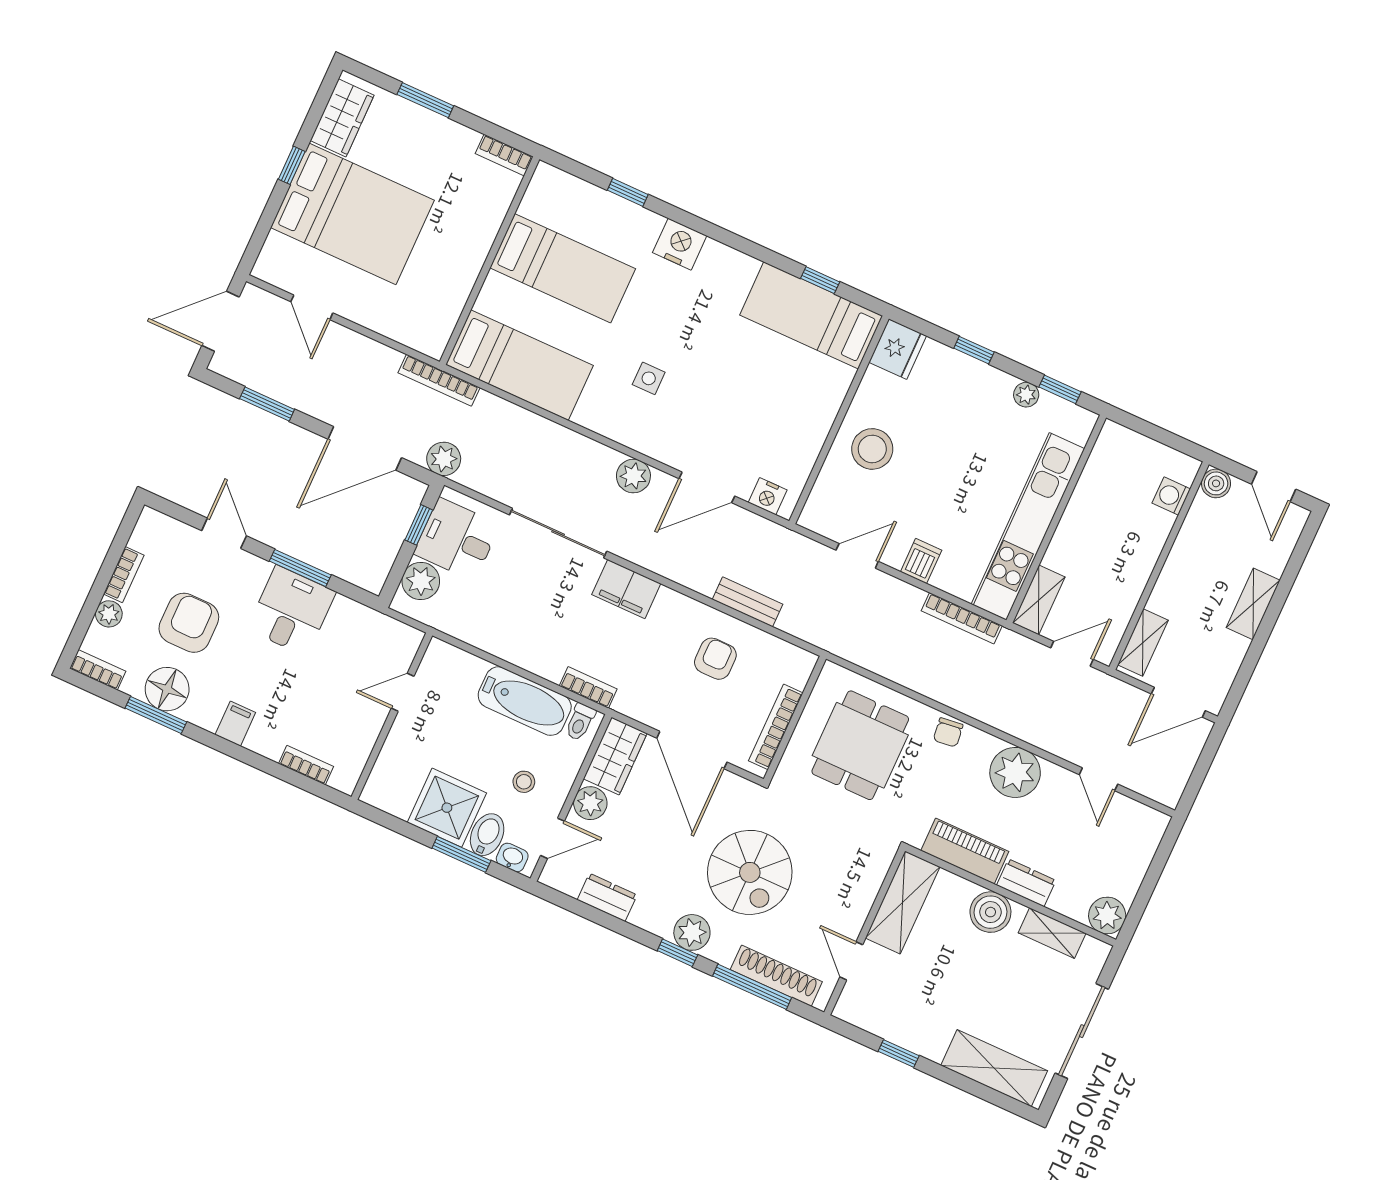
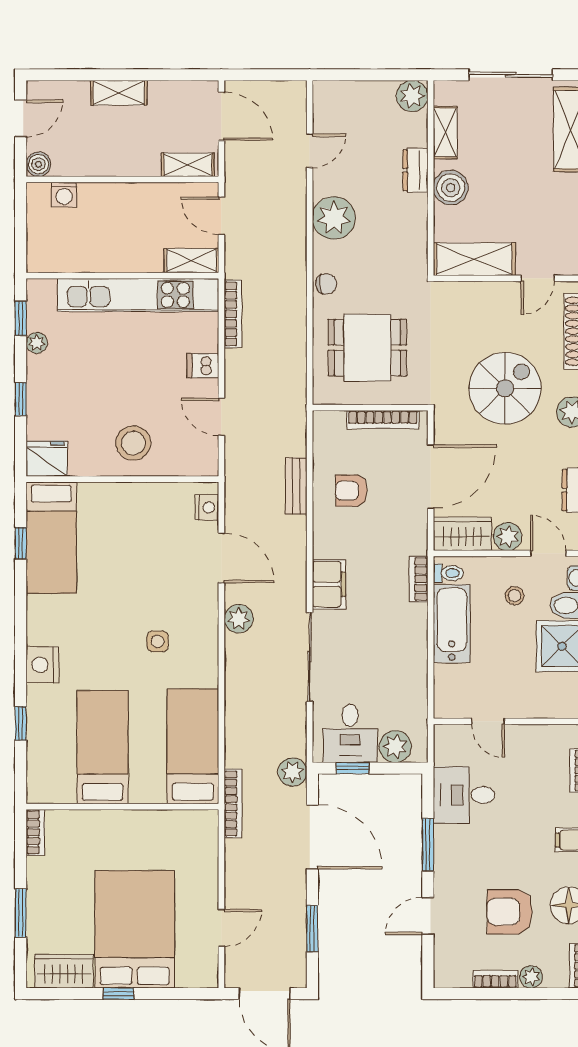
desk: (291, 611) -> (464, 795), moved
piano: (965, 851) -> (412, 229), removed

